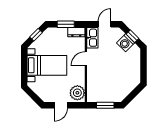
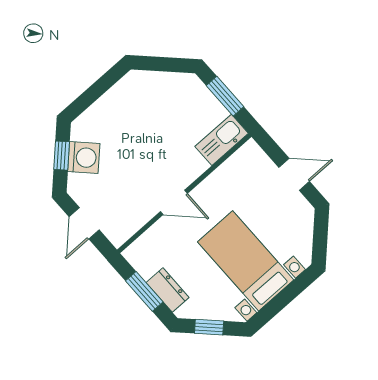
door: (104, 24) -> (84, 223), hinge flipped
dresser: (76, 32) -> (168, 290), moved
kitchen sink: (92, 38) -> (222, 140), moved
plant: (77, 93) -> (247, 164), removed

